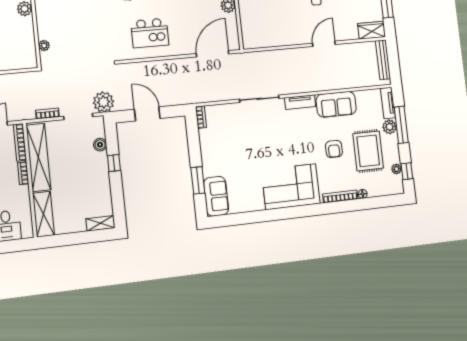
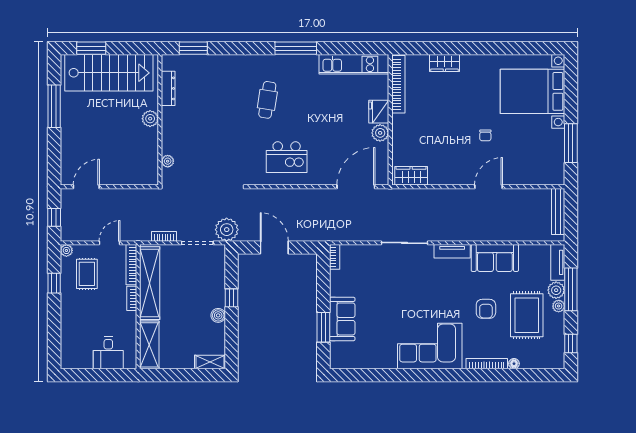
wardrobe: (372, 30) -> (411, 176), moved
boiler: (100, 145) -> (218, 315), moved
plant: (396, 169) -> (559, 306), moved
sofa: (216, 196) -> (342, 319), moved

